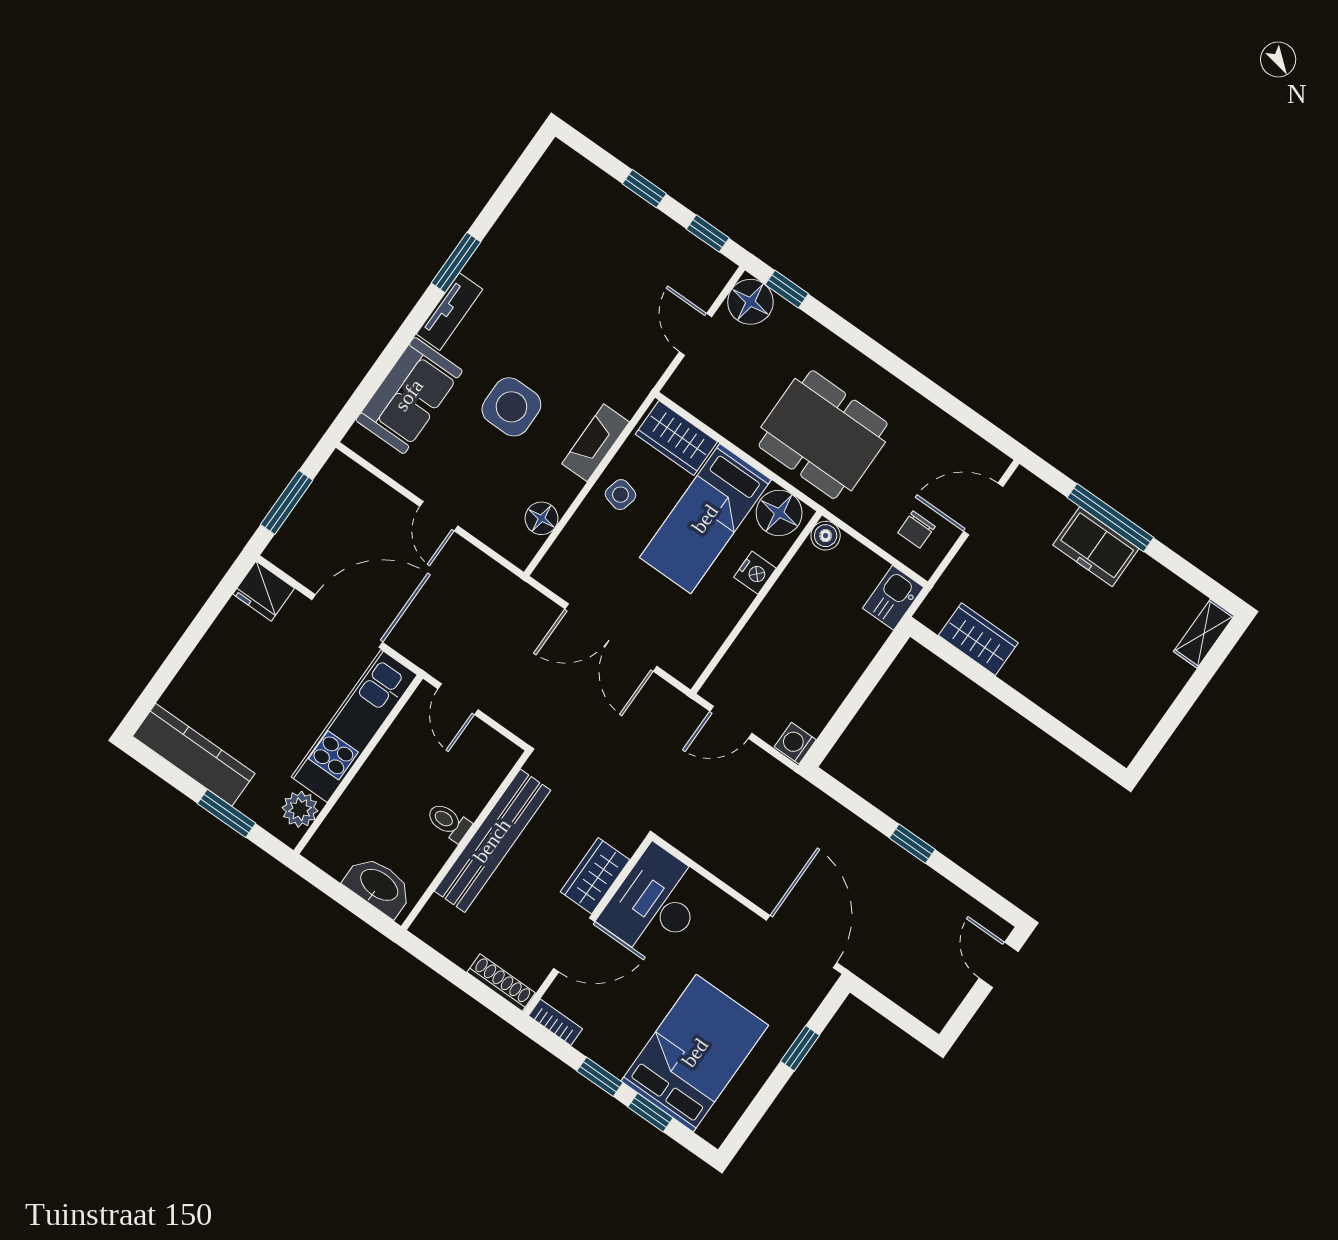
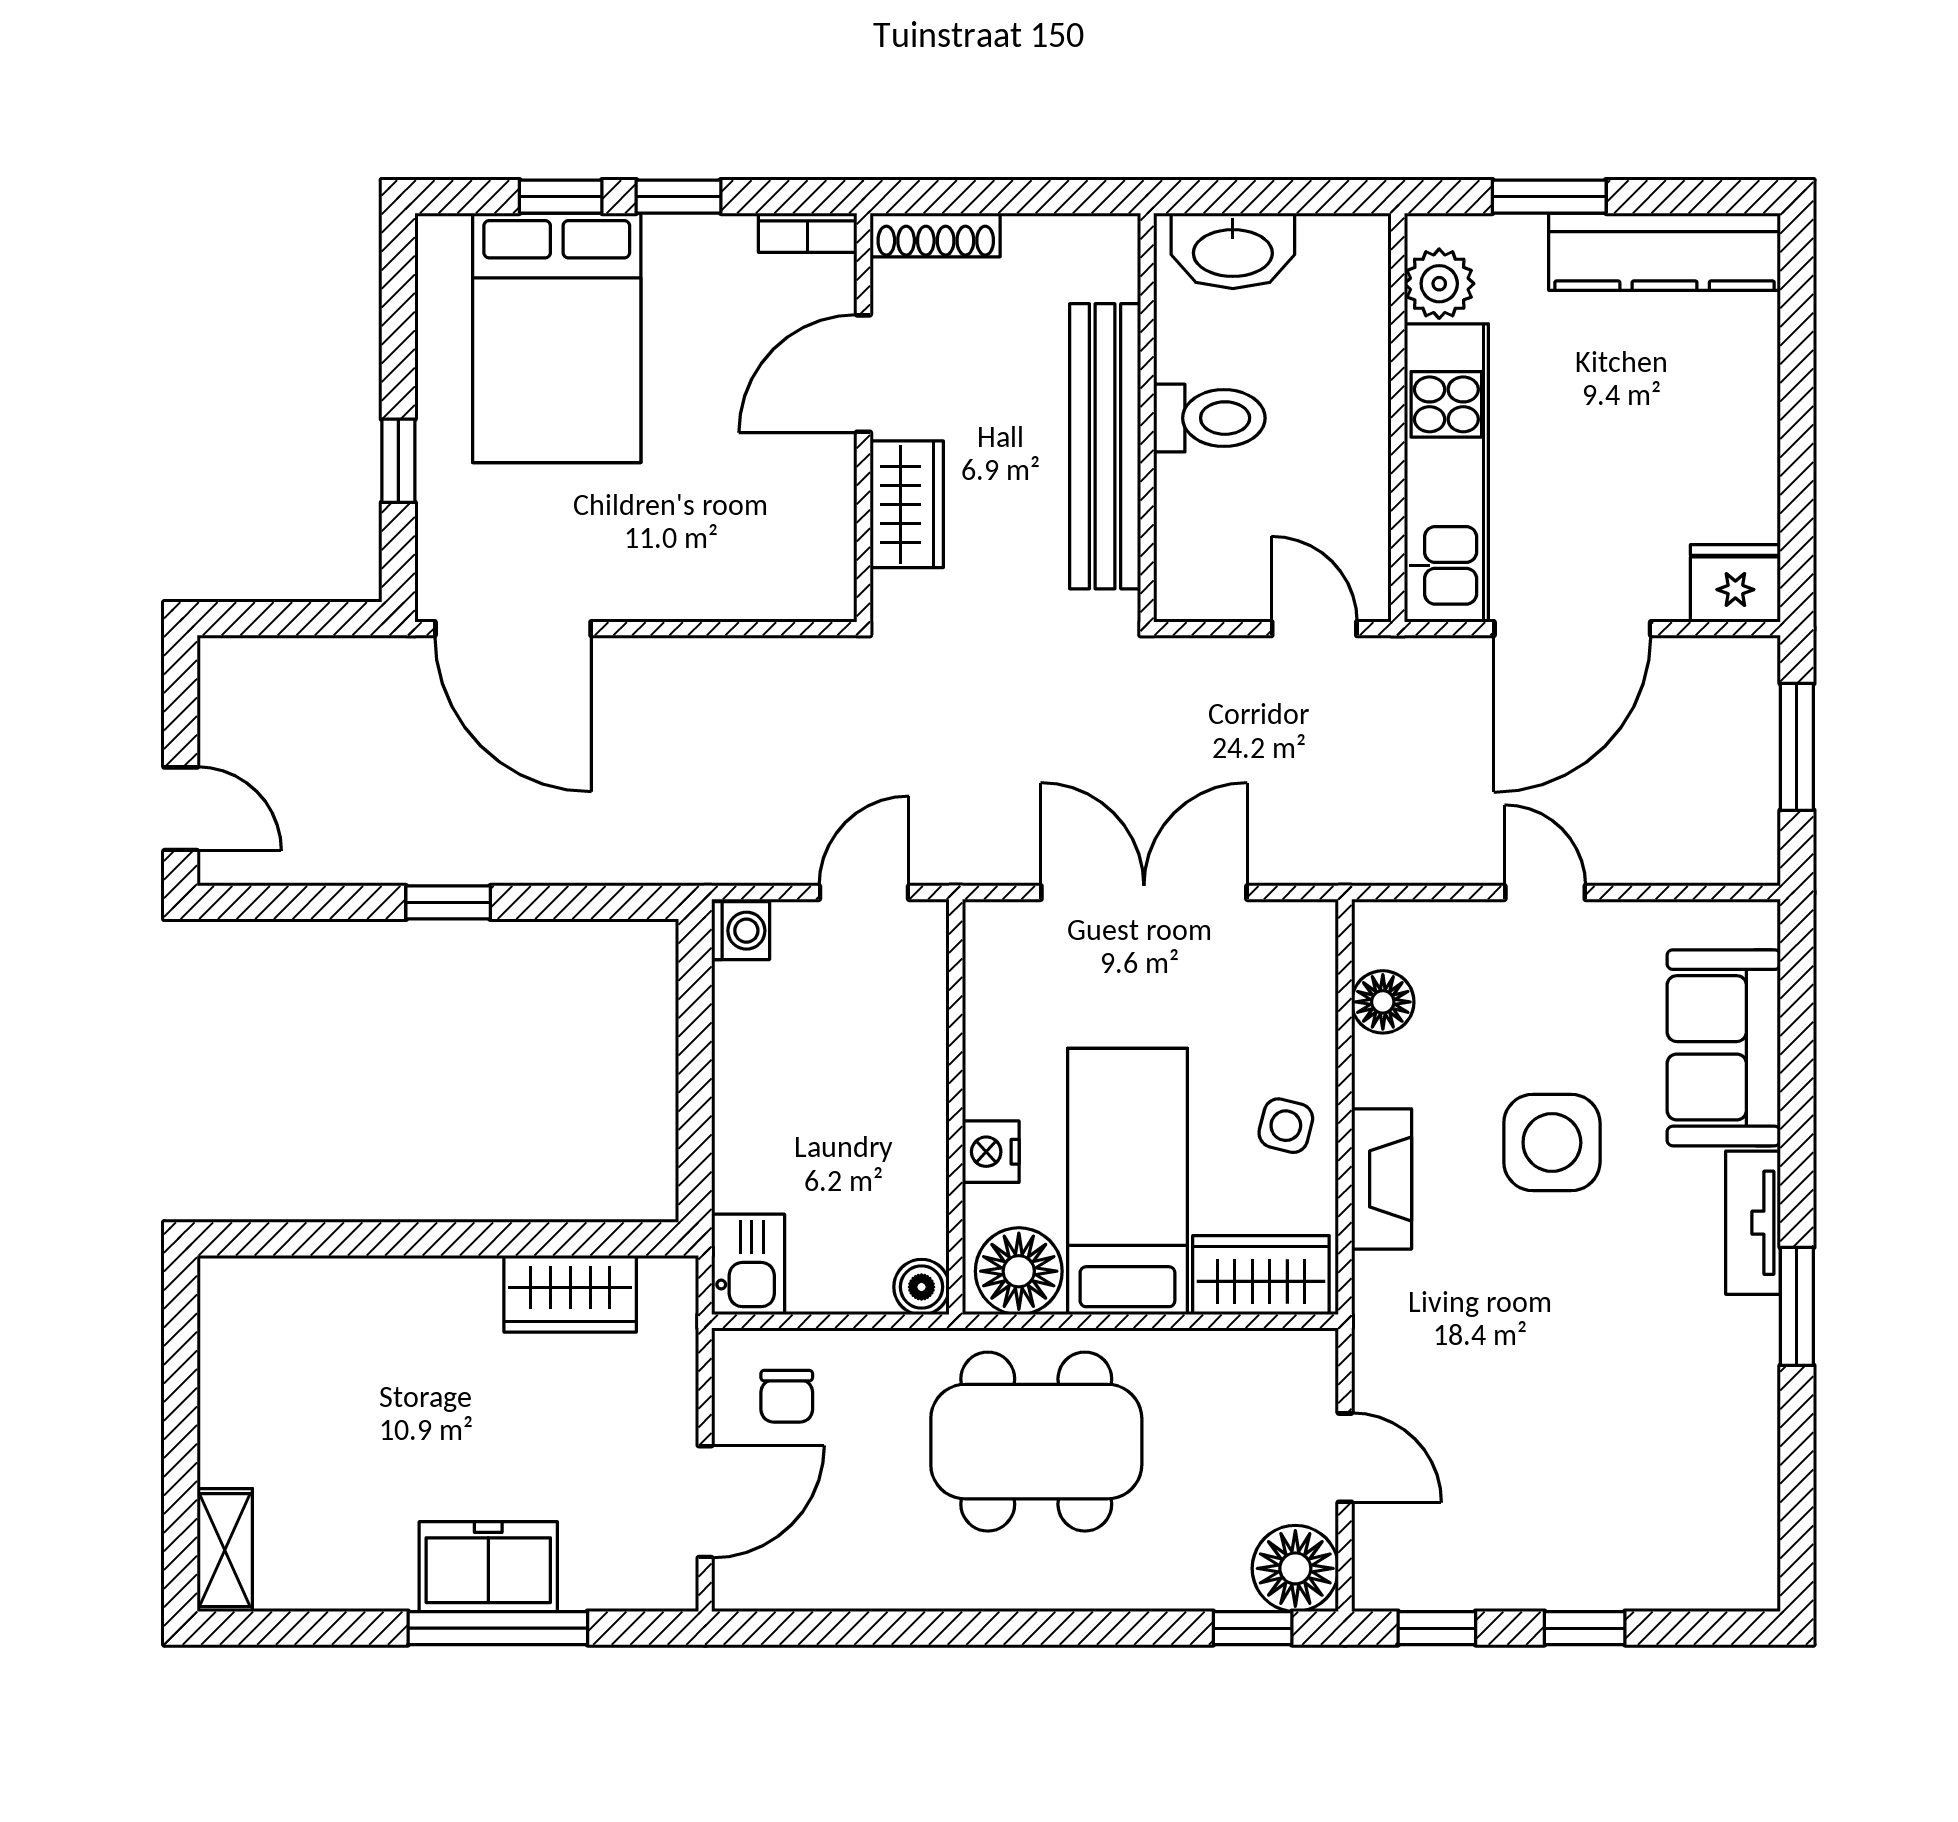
chair: (916, 530) -> (787, 1396), turned 180
toilet: (449, 822) -> (1209, 418), width x1.37, depth x1.39
desk: (655, 903) -> (783, 528), removed

